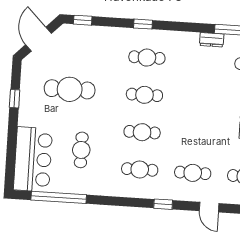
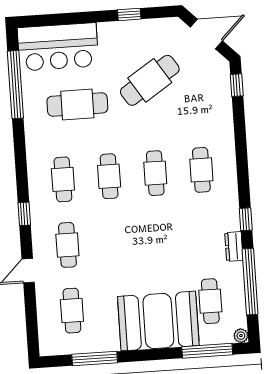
window: (143, 24) -> (246, 219), moved
cafe table: (70, 89) -> (150, 80), turned 57
cafe table: (81, 150) -> (77, 105), width x1.37, depth x1.35

